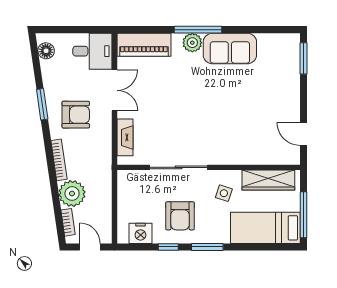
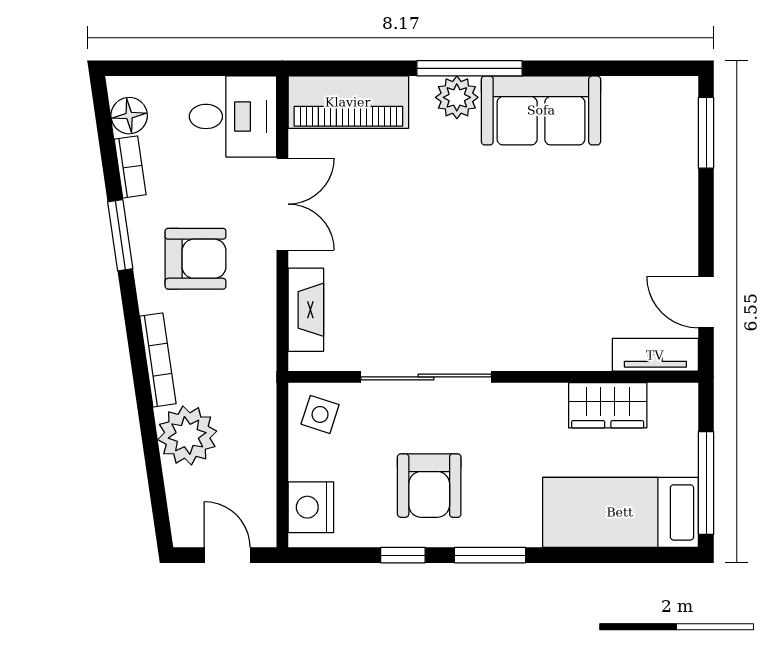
tv unit: (281, 157) -> (655, 355), added
wardrobe: (268, 180) -> (608, 405), width x0.67
side table: (224, 193) -> (320, 414), moved
bookcase: (68, 222) -> (130, 167), moved
nightstand: (140, 233) -> (311, 507), moved, turned 90

